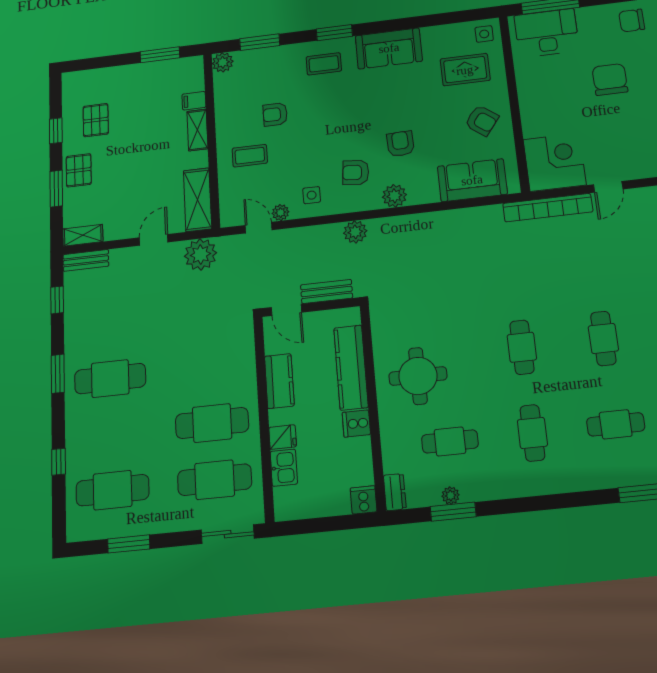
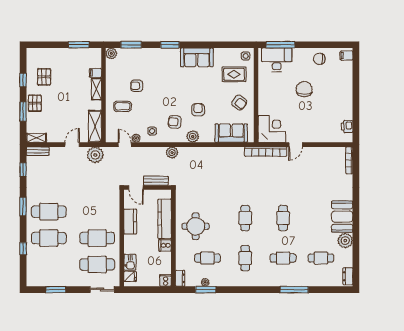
coffee table: (324, 64) -> (163, 61), removed
fridge: (283, 437) -> (130, 276), moved
cafe table: (113, 490) -> (49, 238), moved

